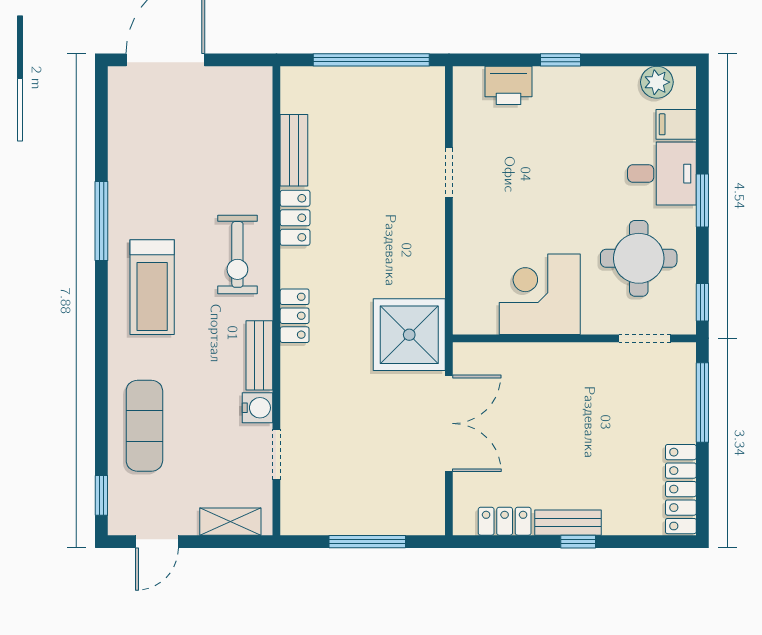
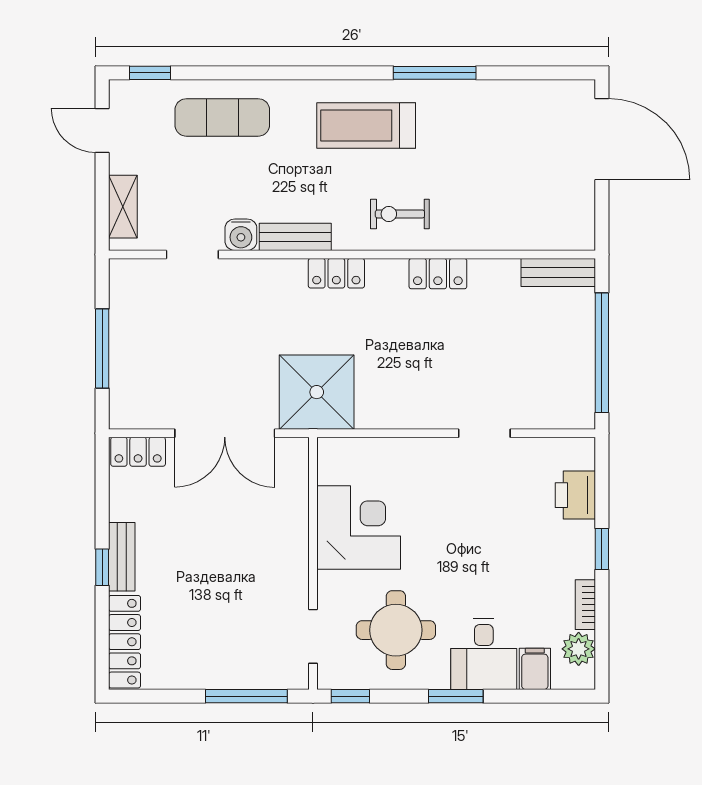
bookcase: (614, 76) -> (585, 605), added
bench: (294, 150) -> (558, 273), moved
exercise bike: (237, 254) -> (400, 214), width x0.73, depth x0.72
locker: (681, 489) -> (125, 642), moved, turned 90
locker: (505, 521) -> (138, 452), moved, turned 90

